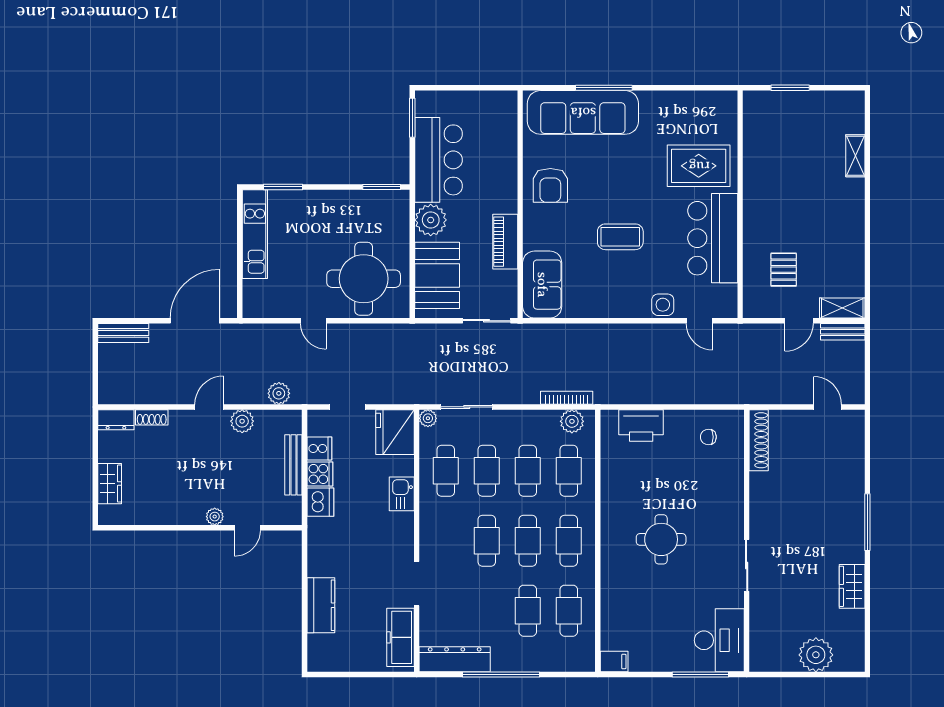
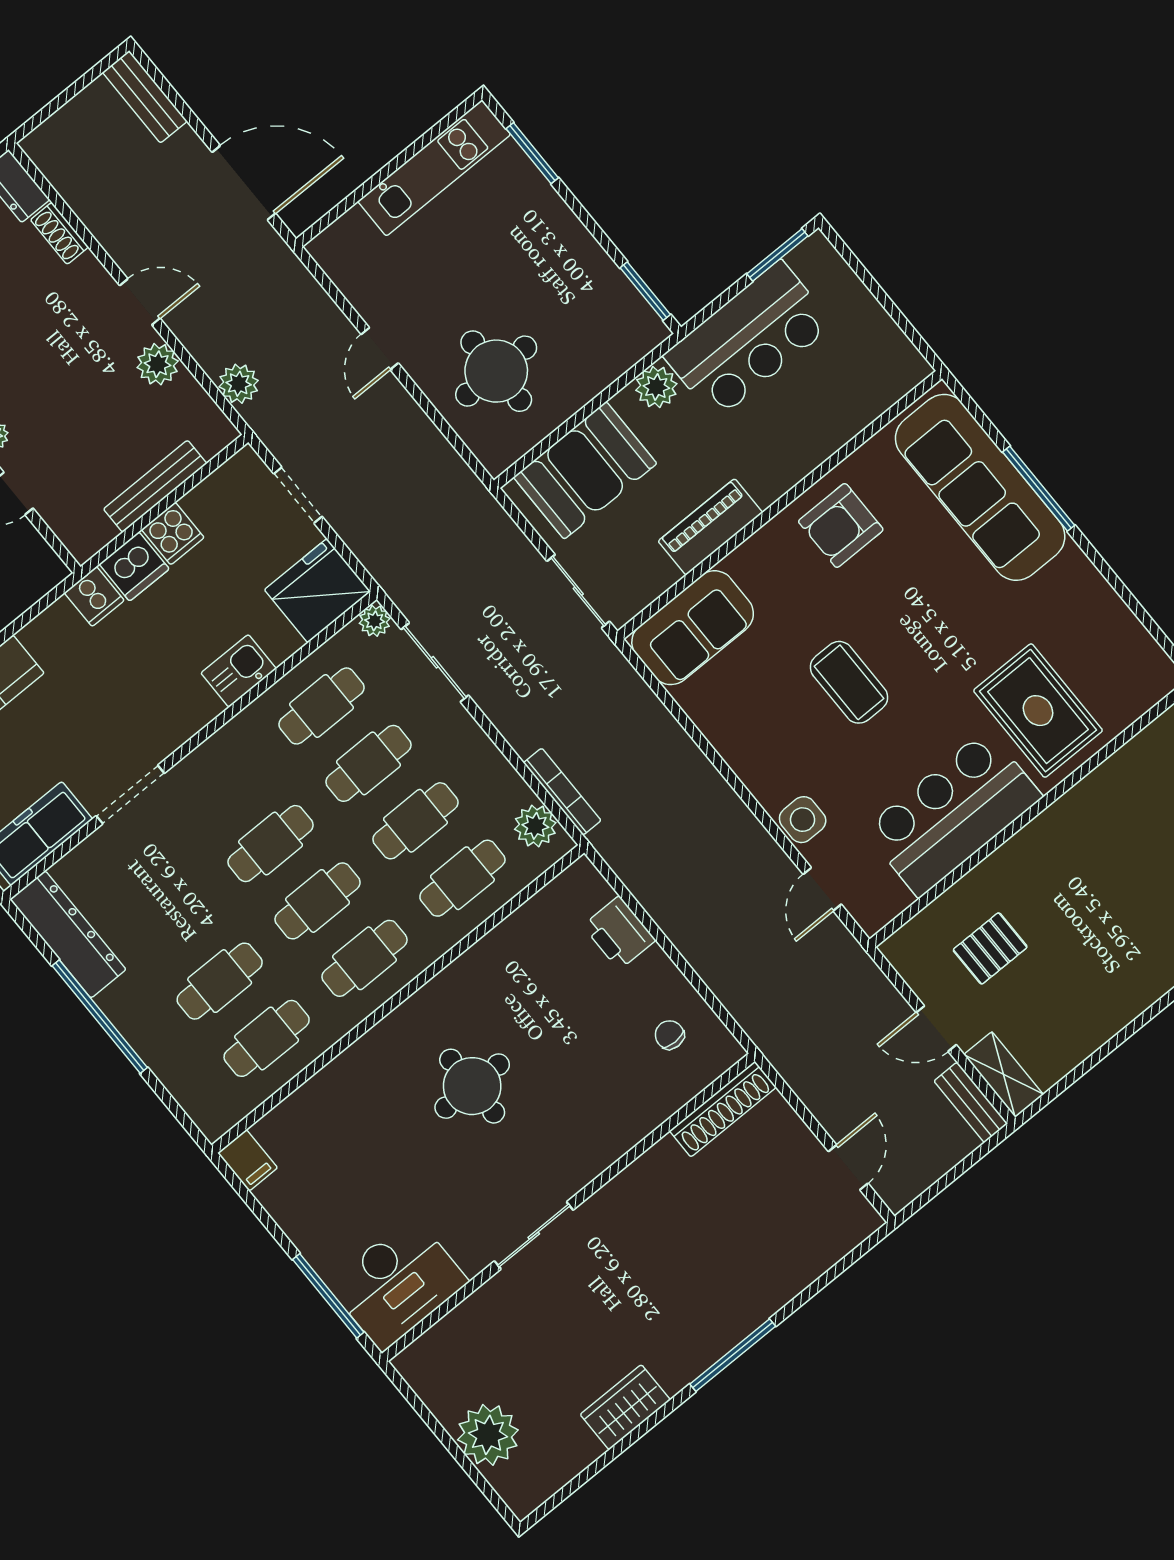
plant: (431, 220) -> (656, 387), width x0.73, depth x0.73
round table: (364, 279) -> (496, 371), width x0.73, depth x0.73
printer: (641, 425) -> (619, 933), width x0.73, depth x0.84
cooker: (319, 449) -> (94, 597), moved

